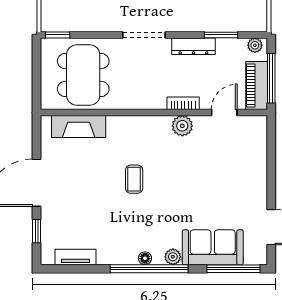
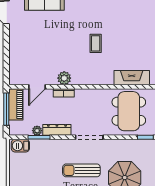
barbecue: (250, 22) -> (20, 146), added
plant: (255, 45) -> (37, 131), moved

